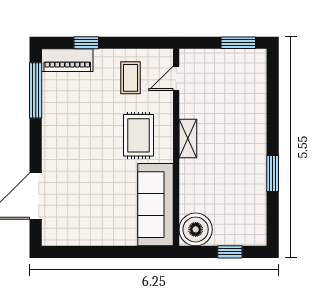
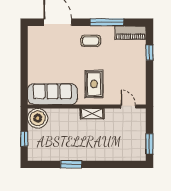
piano: (67, 60) -> (131, 33), moved, turned -90
coffee table: (131, 78) -> (91, 41), moved
window: (36, 90) -> (107, 22), moved
rug: (138, 135) -> (94, 84), turned 90

